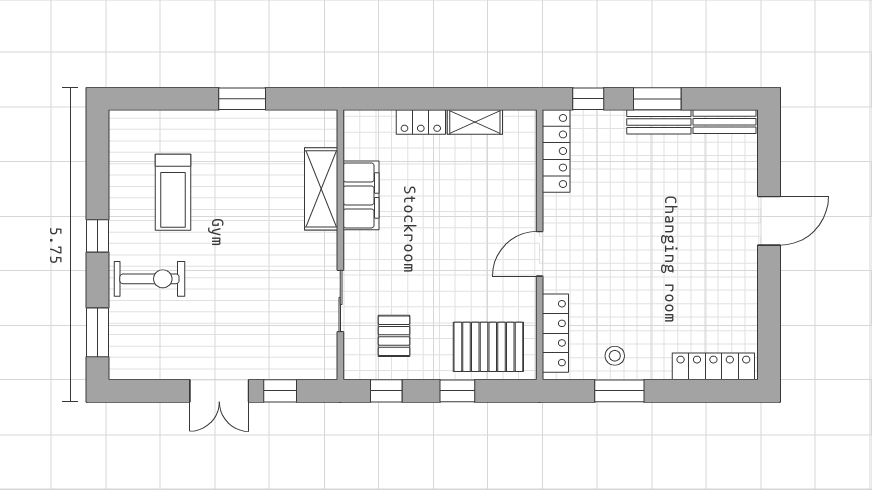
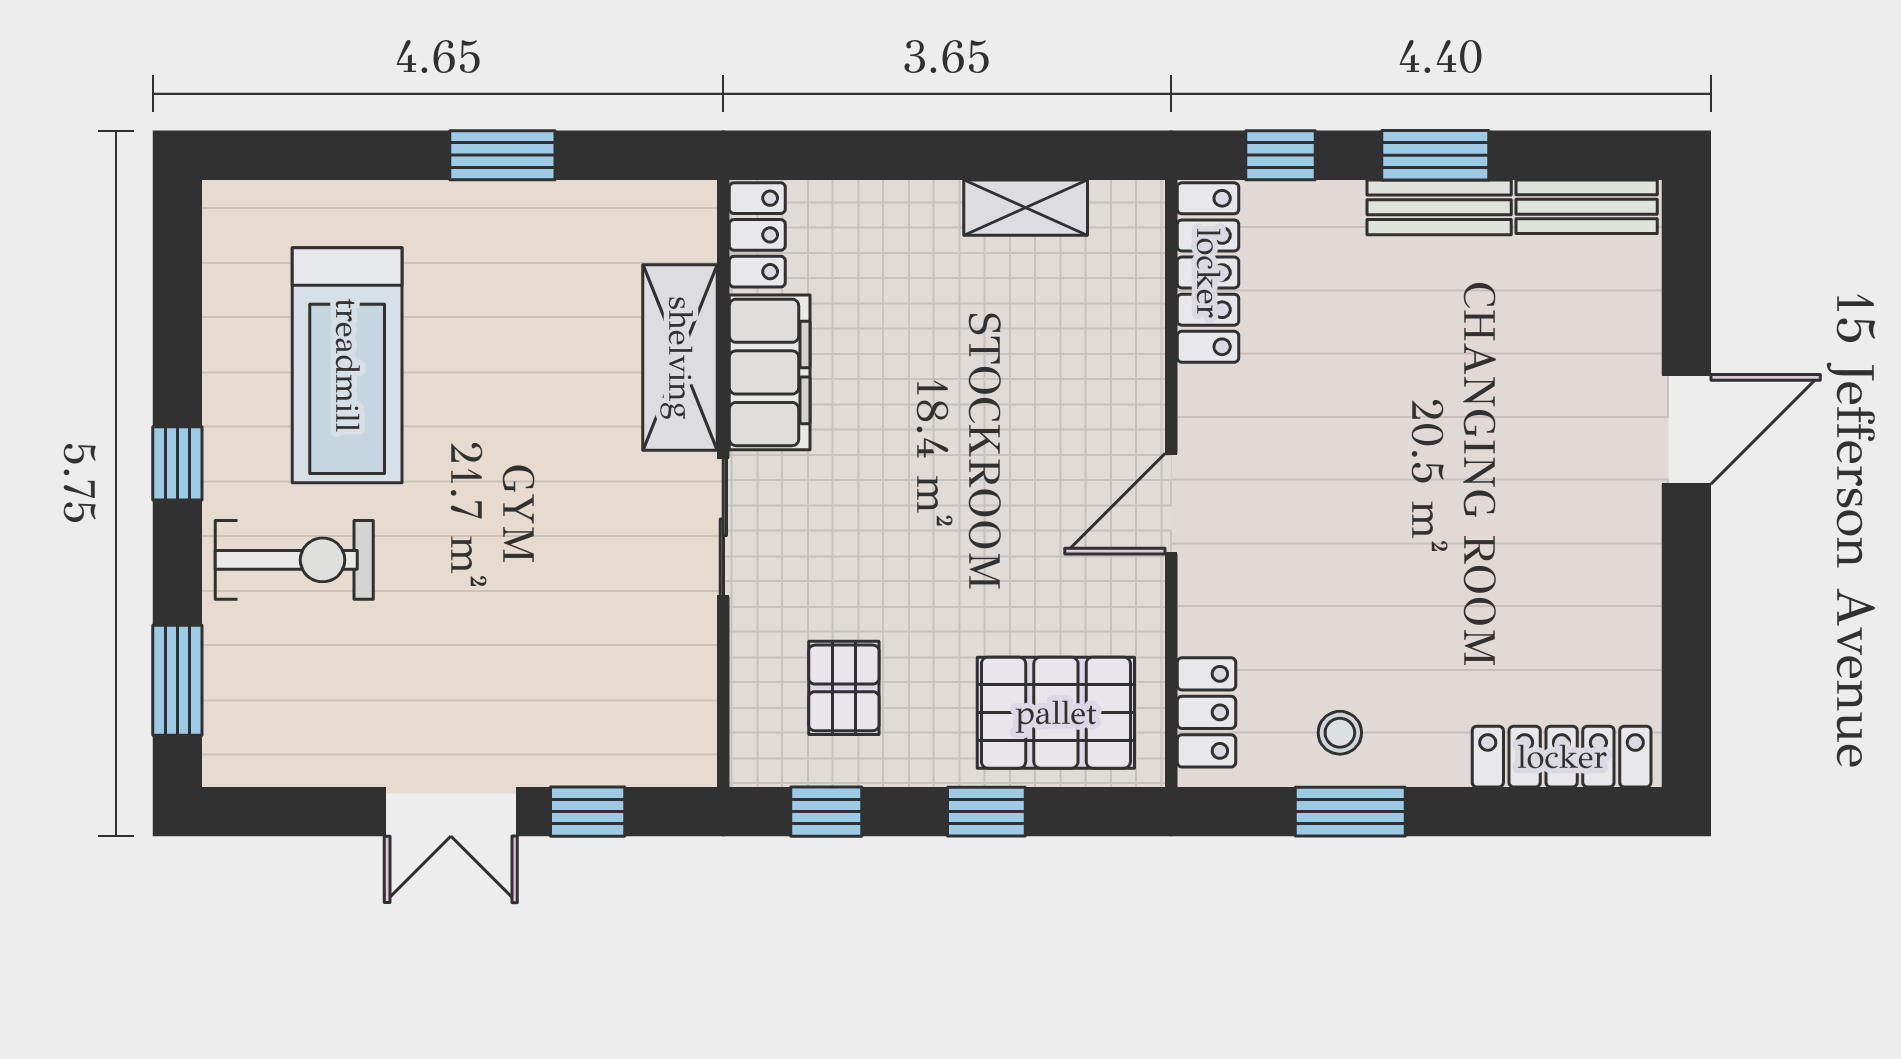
locker: (421, 122) -> (757, 235), moved, turned -90
treadmill: (173, 192) -> (347, 365), width x1.37, depth x1.38
sliding door: (340, 301) -> (723, 527), moved
locker: (555, 333) -> (1206, 712), width x0.66

